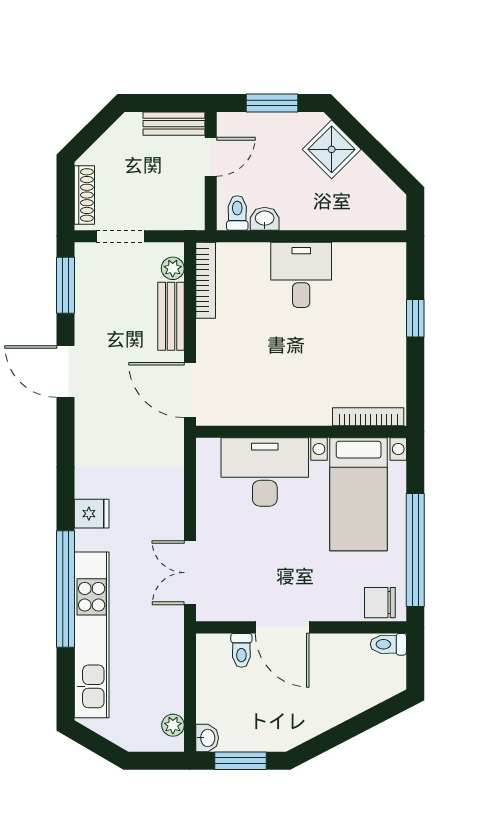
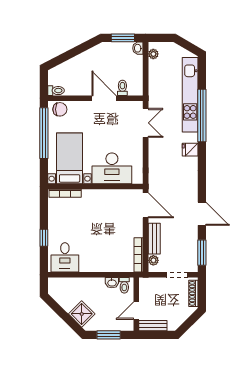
desk: (301, 275) -> (65, 257), moved

